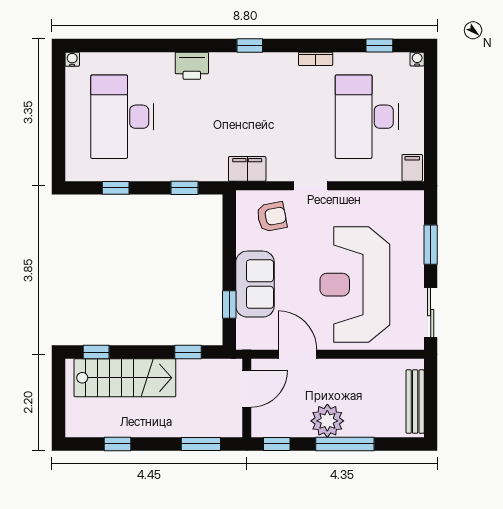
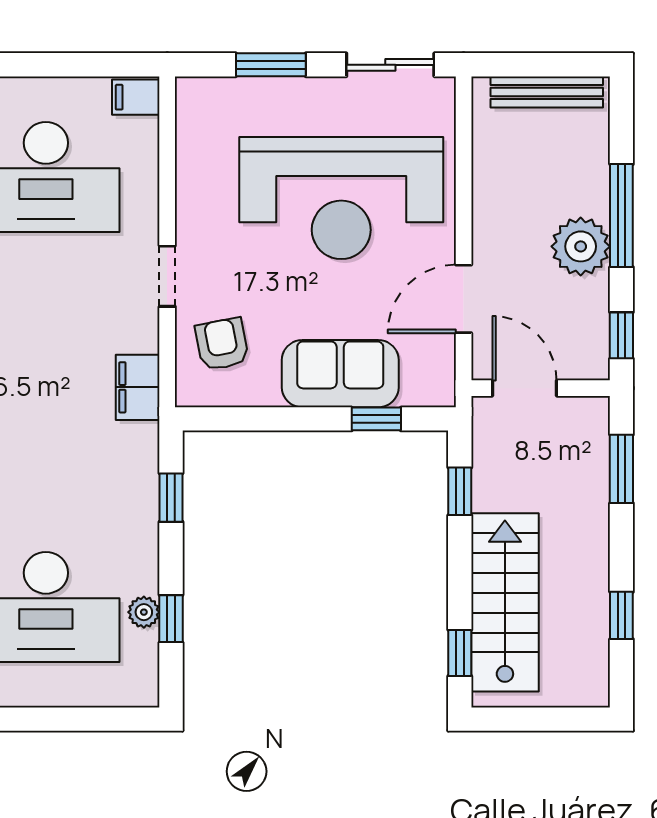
plant: (119, 172) -> (144, 612), added

